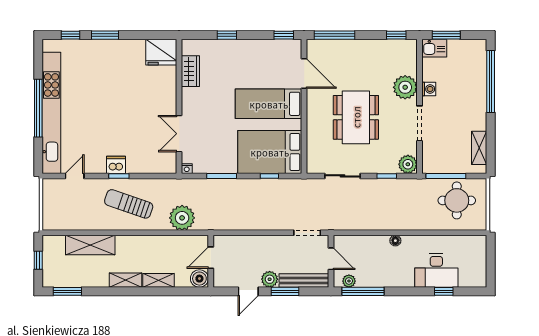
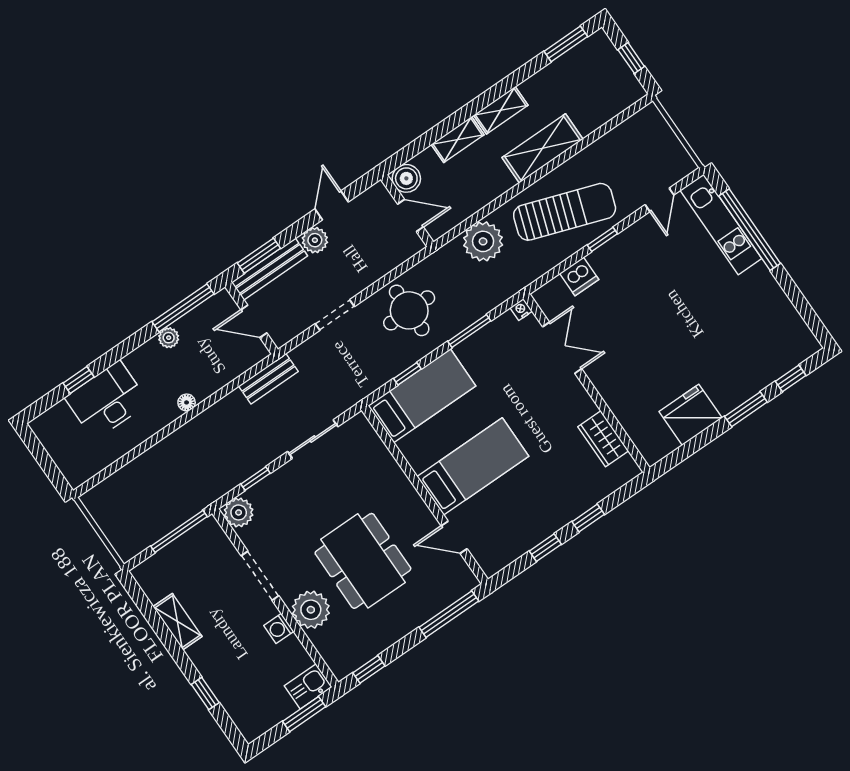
window: (284, 35) -> (545, 548), moved
fridge: (161, 52) -> (691, 415), moved
door: (304, 73) -> (454, 537), width x0.73
window: (491, 82) -> (205, 694), width x0.32
window: (38, 108) -> (750, 230), moved
kitchen unit: (51, 113) -> (721, 224), width x0.54
dining table: (356, 117) -> (363, 561), moved
shelving: (479, 148) -> (177, 622), moved
bed: (270, 152) -> (422, 396), width x0.67
dishwasher: (116, 165) -> (579, 276), moved
round table: (457, 200) -> (409, 310), moved
sun lounger: (129, 204) -> (565, 212), width x1.36, depth x1.34
bench: (344, 223) -> (268, 379), added
doorway: (307, 233) -> (335, 315), moved
shelving: (90, 245) -> (542, 148), moved
door: (211, 258) -> (410, 215), hinge flipped
plant: (349, 281) -> (169, 338), moved
window: (285, 291) -> (259, 256), moved

